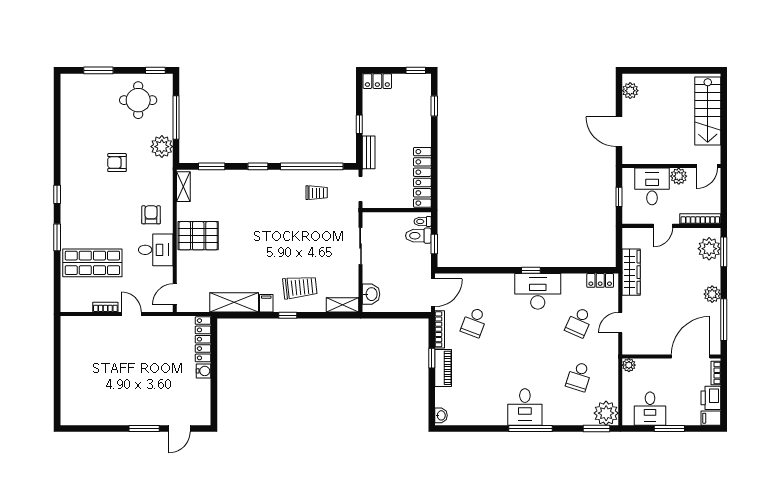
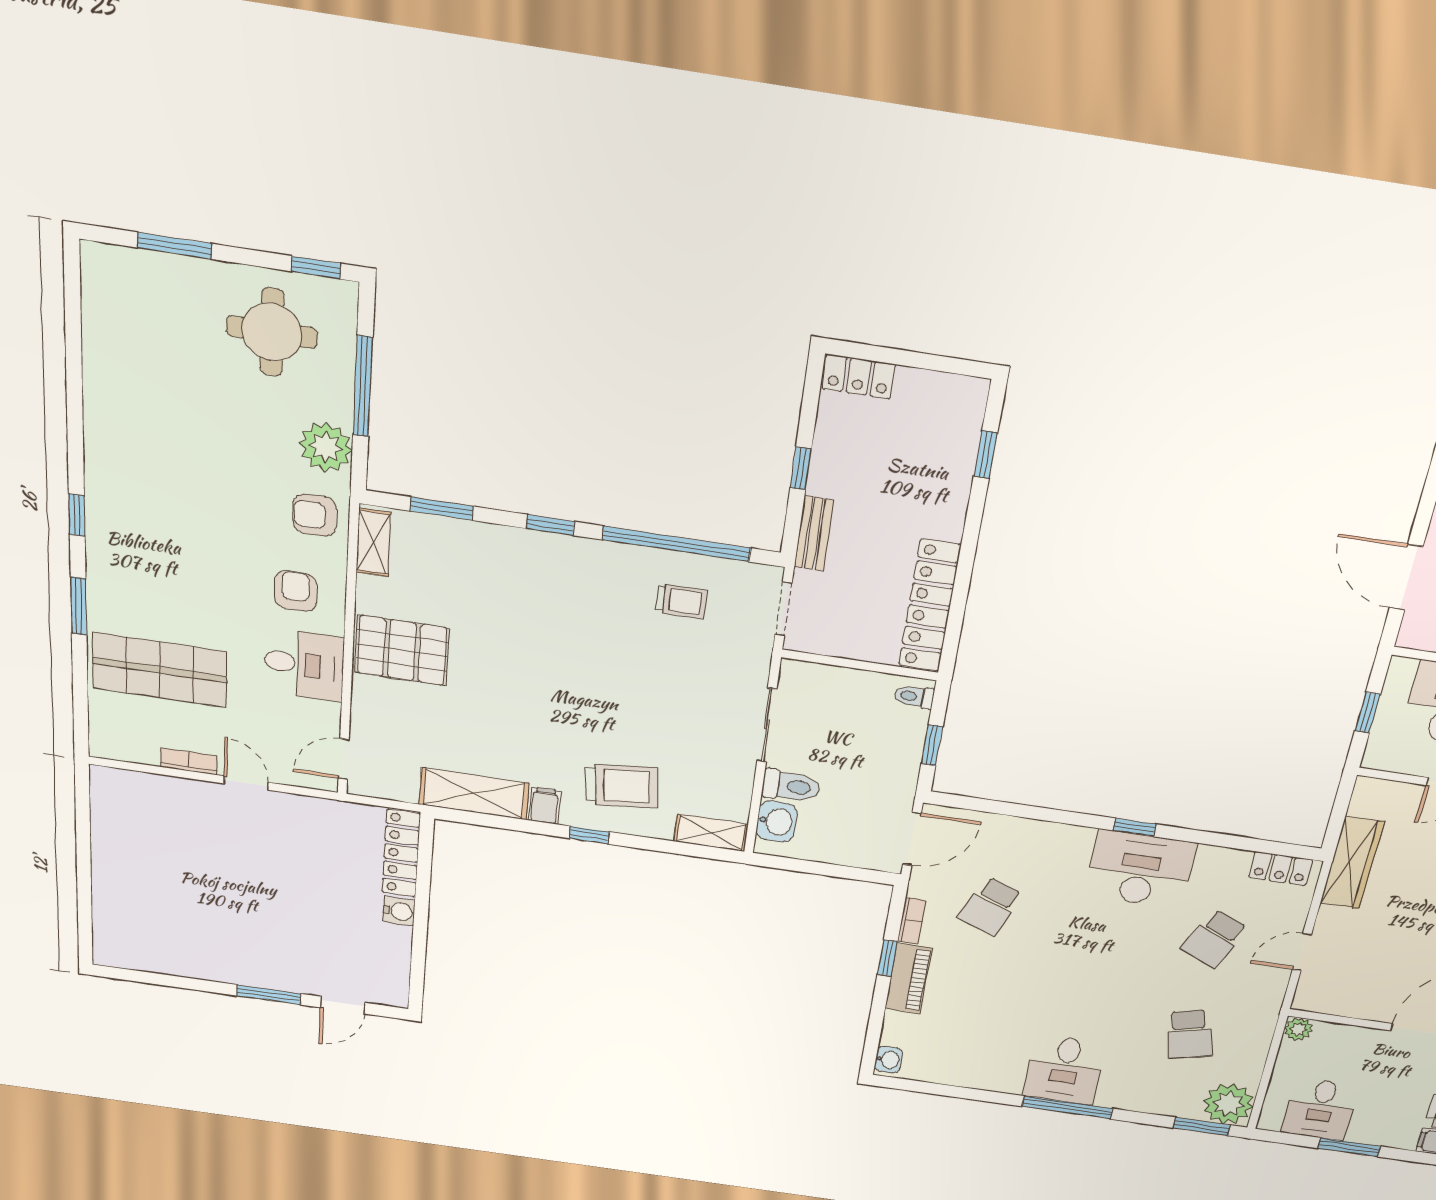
window: (416, 70) -> (956, 366), removed
armchair: (117, 163) -> (315, 515), moved
toilet: (418, 236) -> (791, 786), moved, turned 180
bookcase: (440, 329) -> (912, 921), width x0.64
school desk: (579, 377) -> (1189, 1034), turned -33

